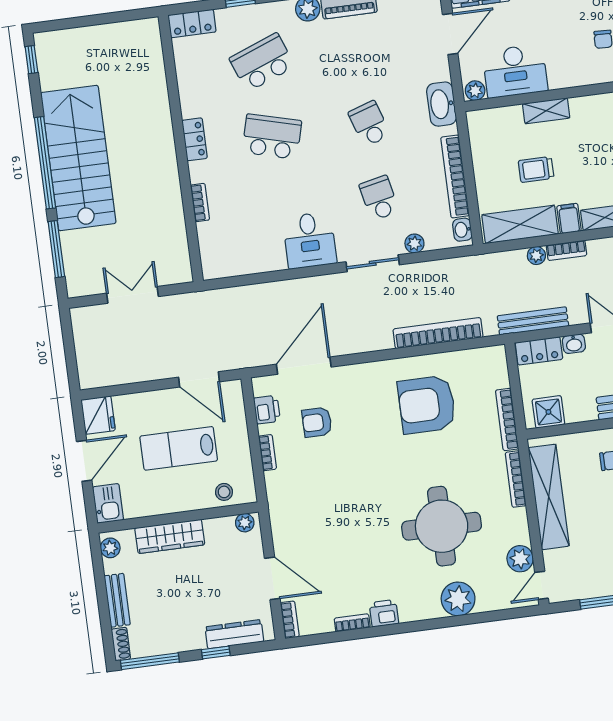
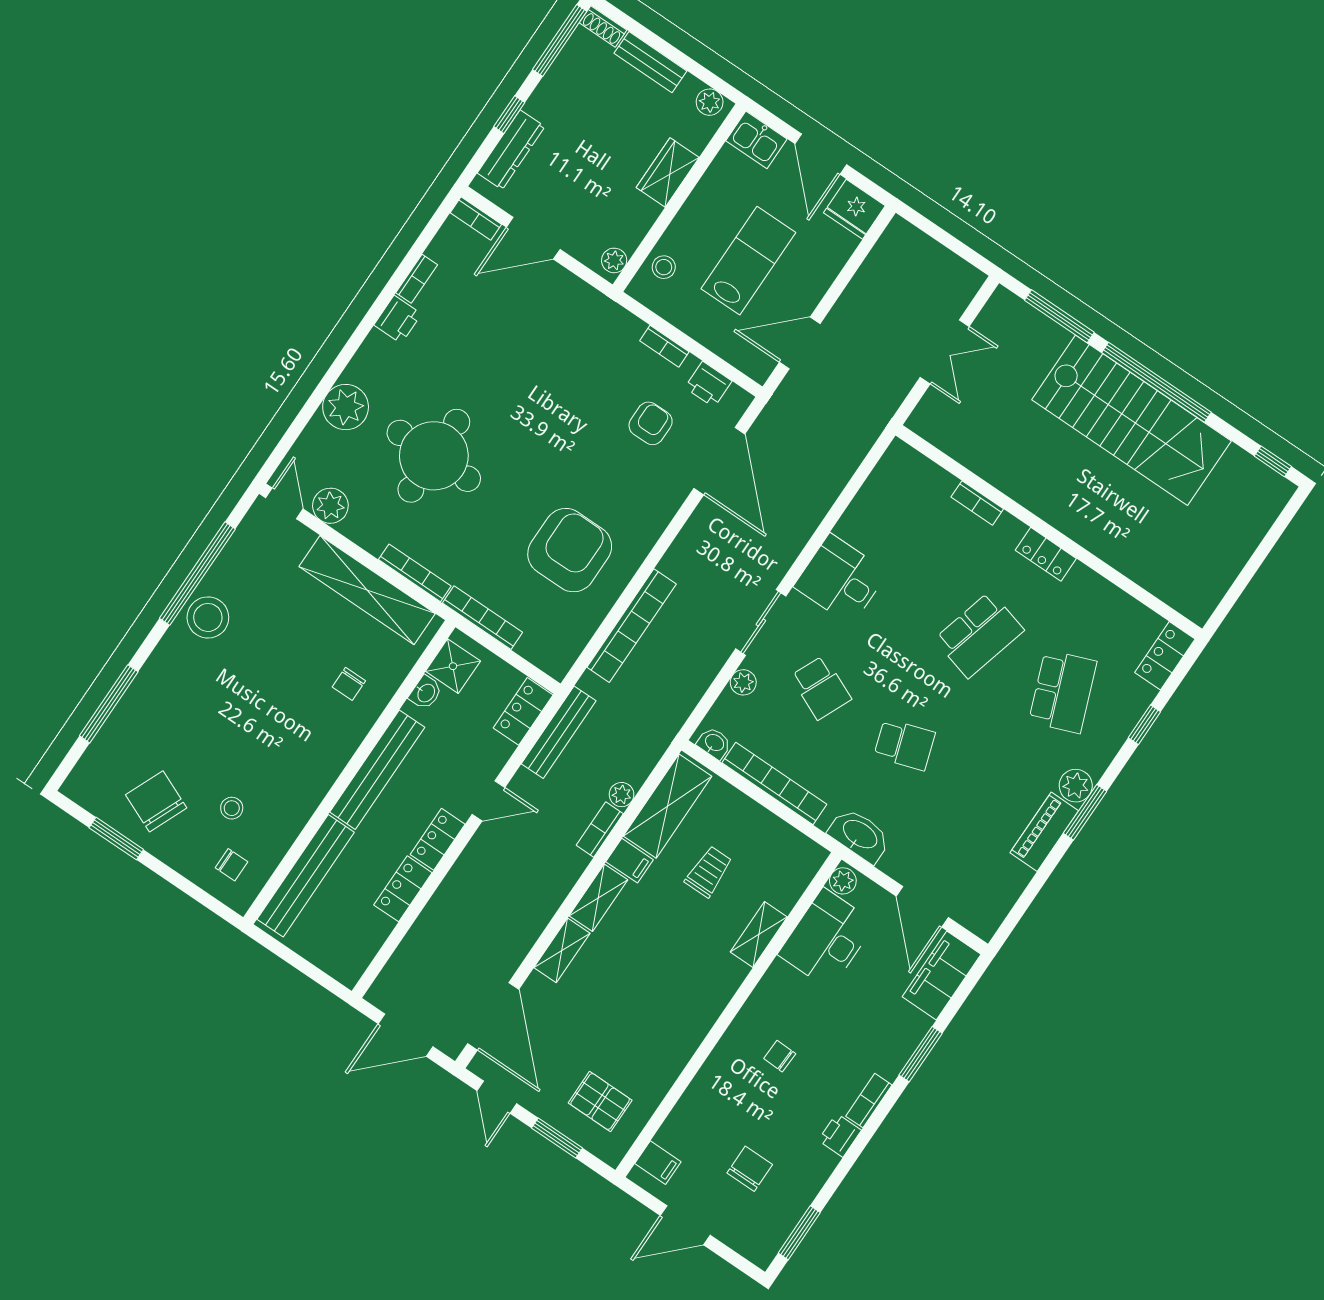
school desk: (379, 198) -> (821, 688), turned 36
washbasin: (574, 344) -> (426, 693), moved, turned 180
wardrobe: (170, 536) -> (668, 172), width x0.67

